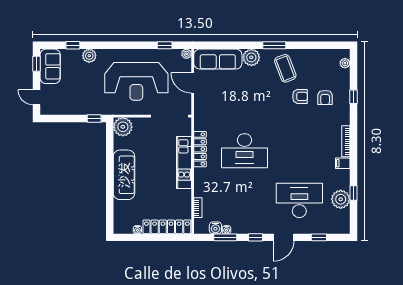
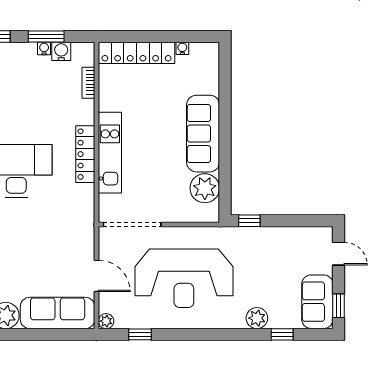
reception desk: (136, 81) -> (184, 278), turned 180
plant: (123, 127) -> (205, 188), moved
locker: (200, 149) -> (85, 154), moved

